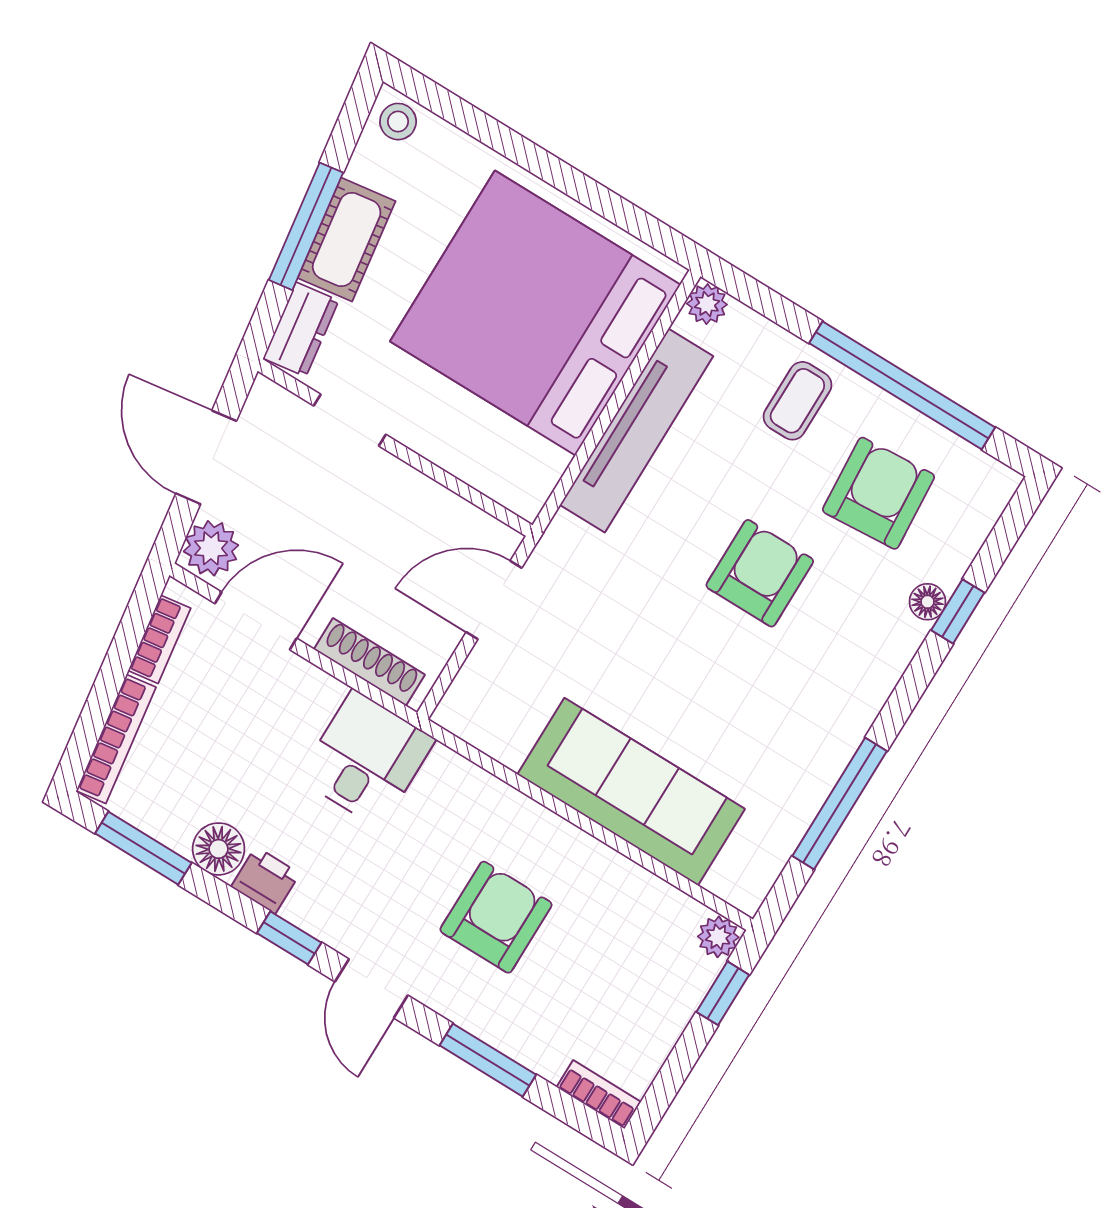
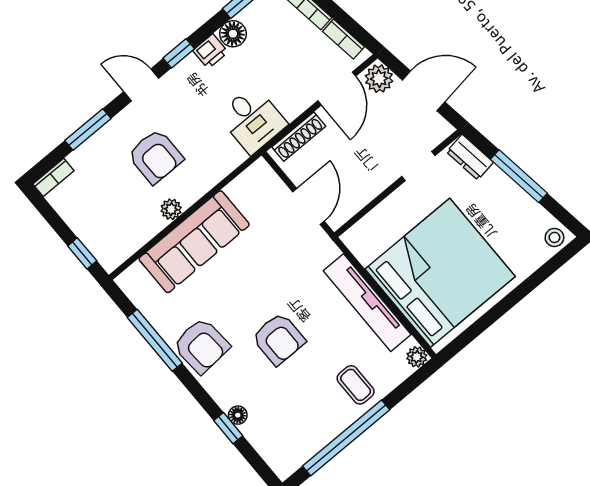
cot: (347, 240) -> (506, 194), removed
armchair: (879, 493) -> (201, 346), moved
plant: (718, 937) -> (171, 209), moved

